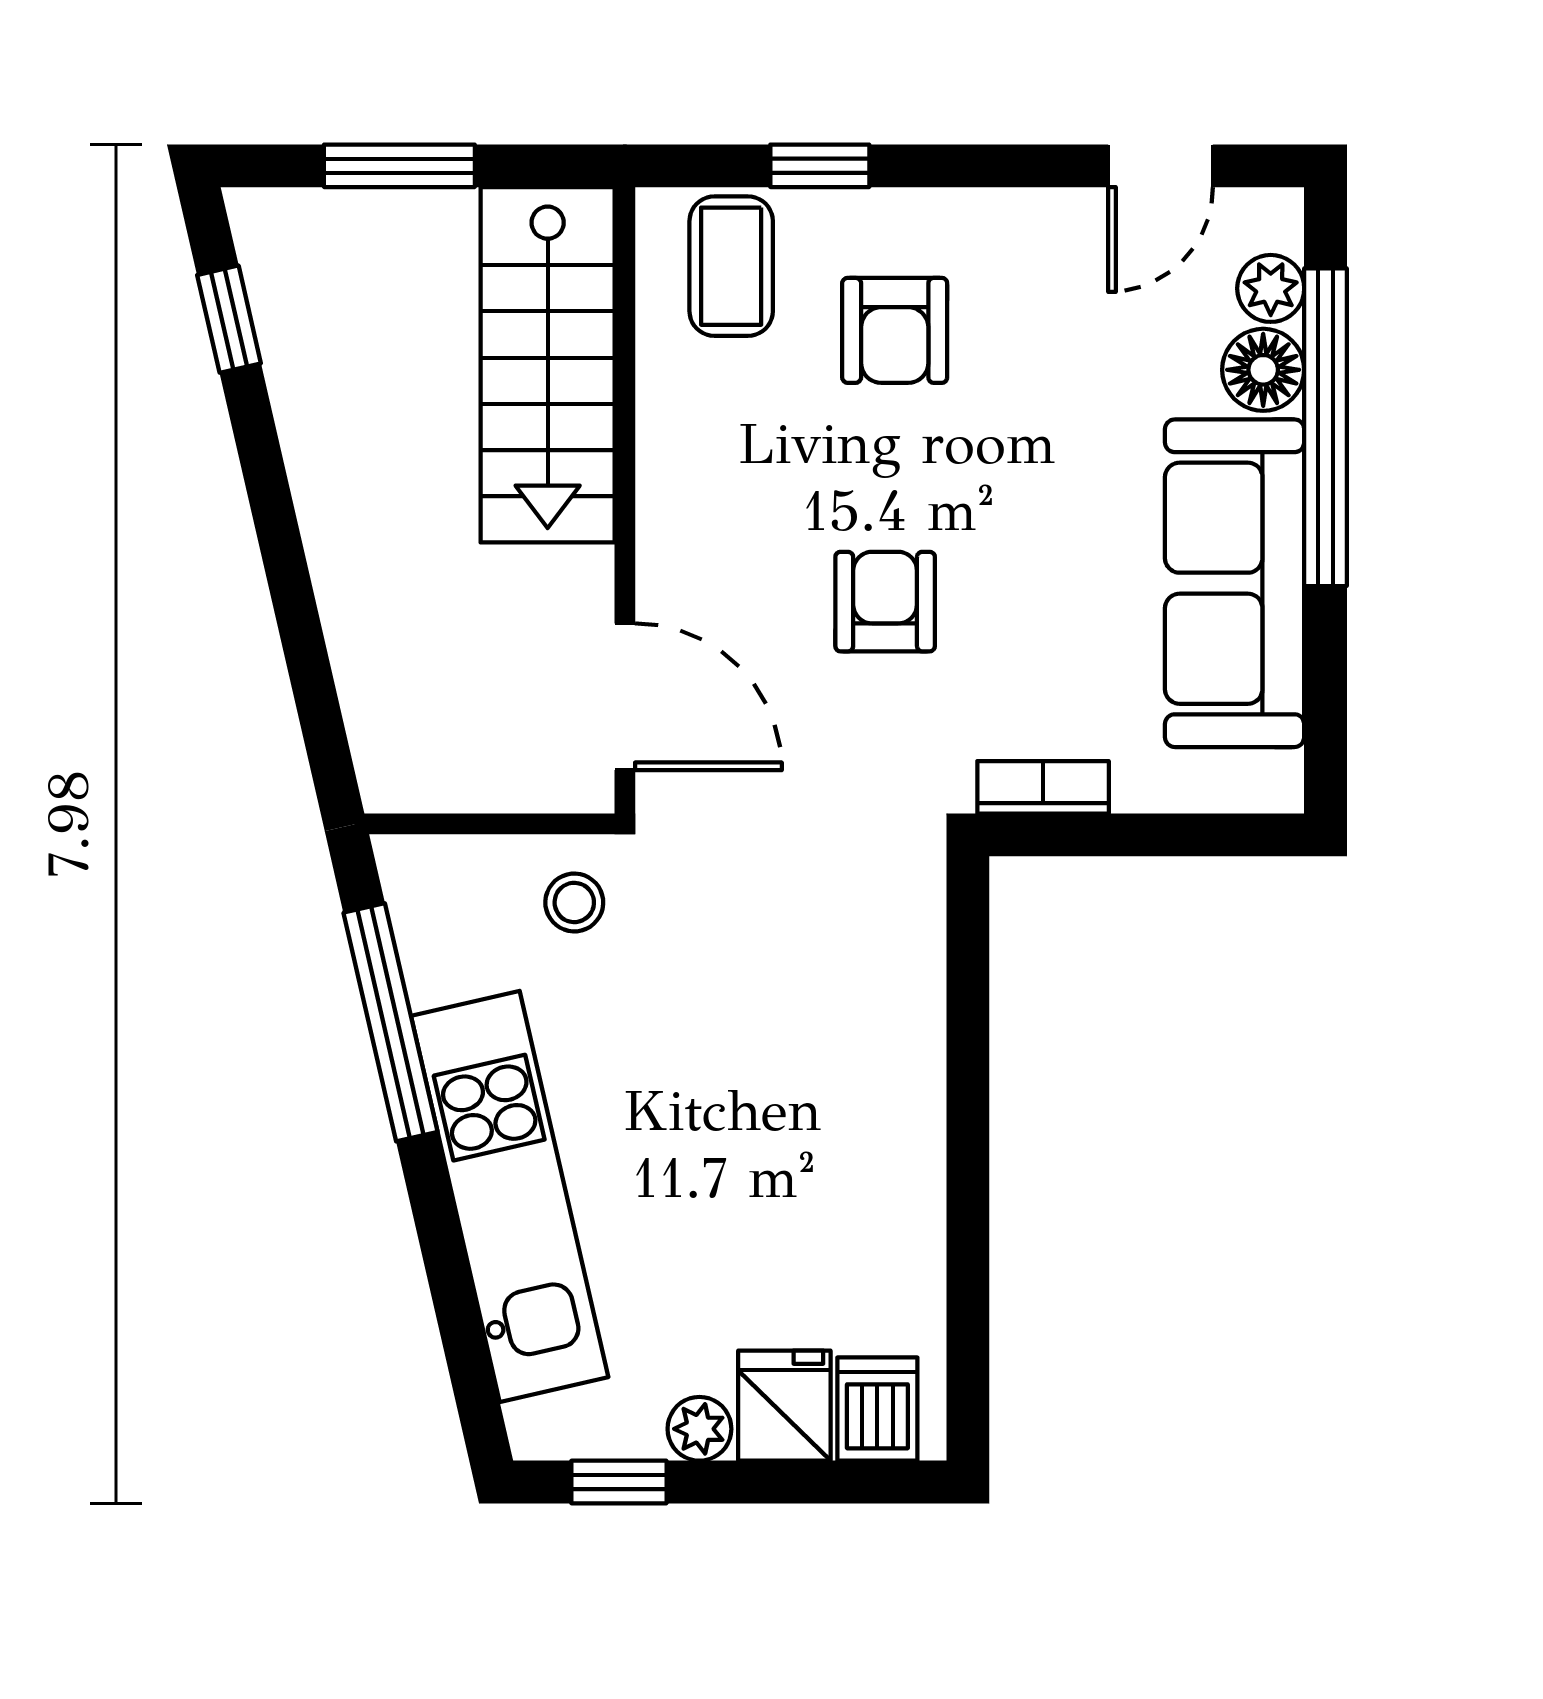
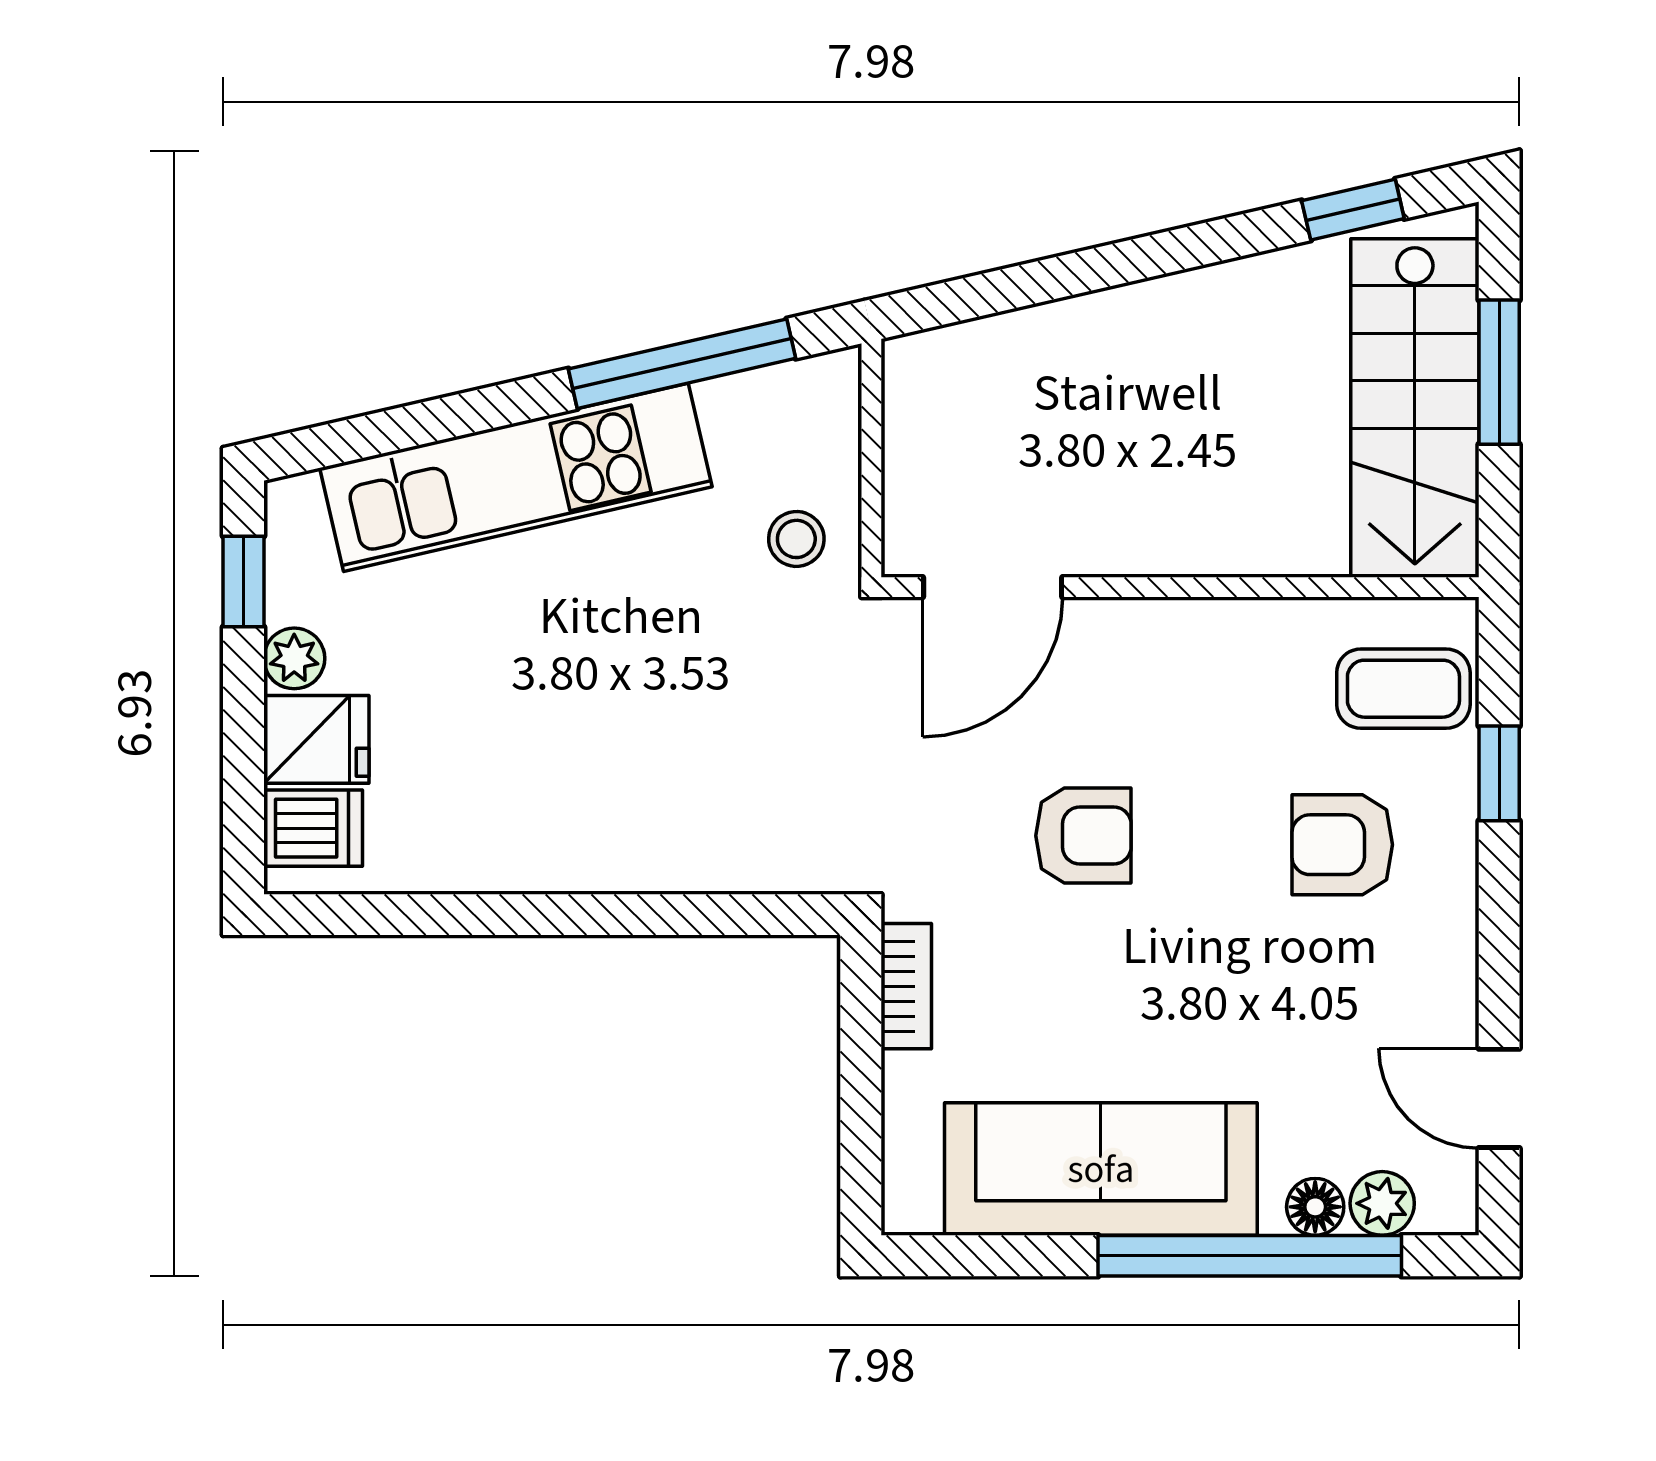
stairs: (548, 365) -> (1415, 408), moved, turned -90
floor lamp: (1263, 370) -> (1315, 1207), width x0.73, depth x0.73

